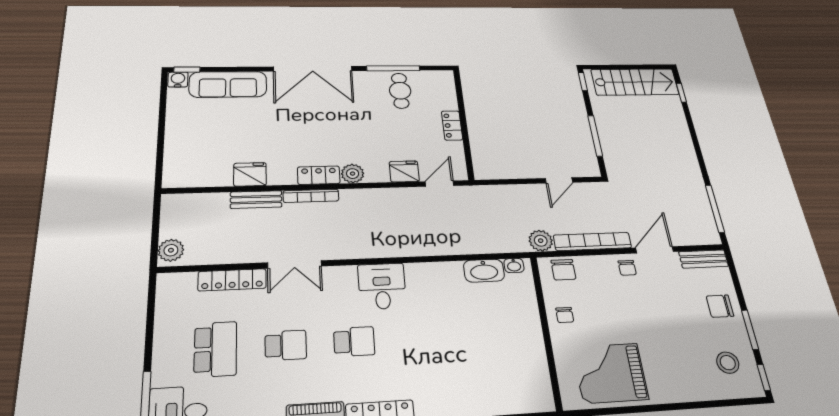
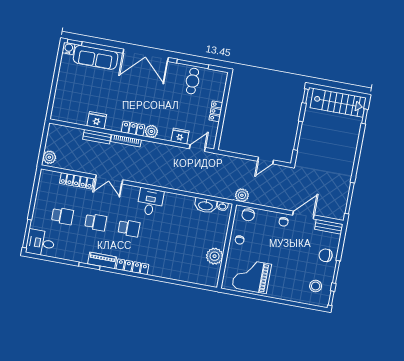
bookcase: (592, 241) -> (270, 202), removed
school desk: (215, 349) -> (62, 216), width x0.54
plant: (530, 354) -> (215, 256), added

